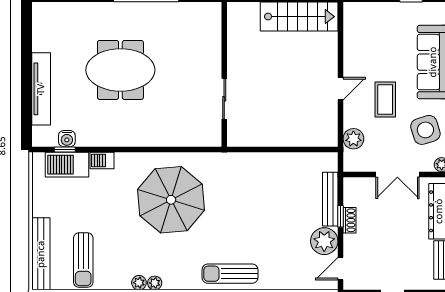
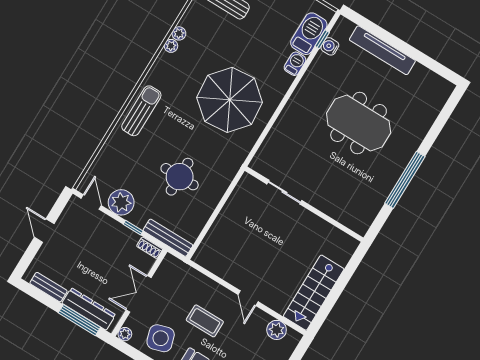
meeting table: (120, 70) -> (359, 123), turned 90
door: (341, 89) -> (248, 298), moved
plant: (353, 139) -> (277, 330), moved
bench: (330, 199) -> (168, 238), moved
round table: (268, 202) -> (180, 177), added
shoe rack: (349, 220) -> (150, 248), moved

